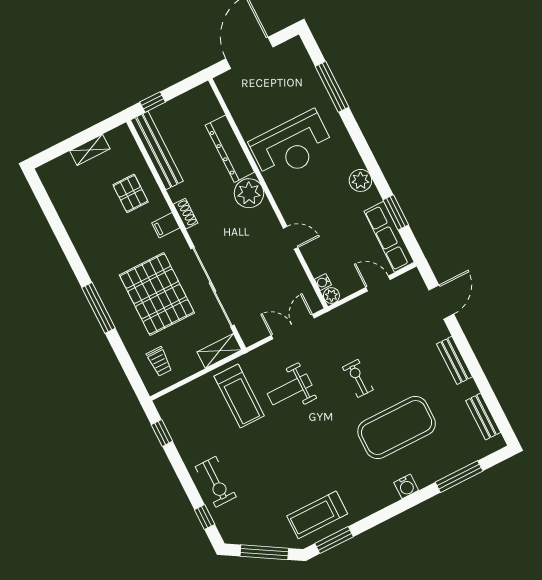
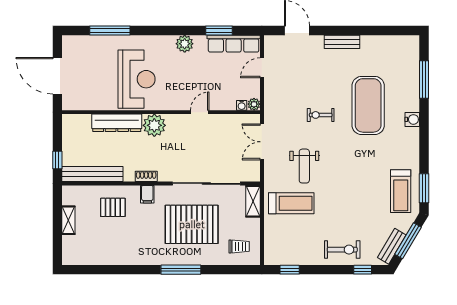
bench: (483, 416) -> (392, 246), moved, turned -59

